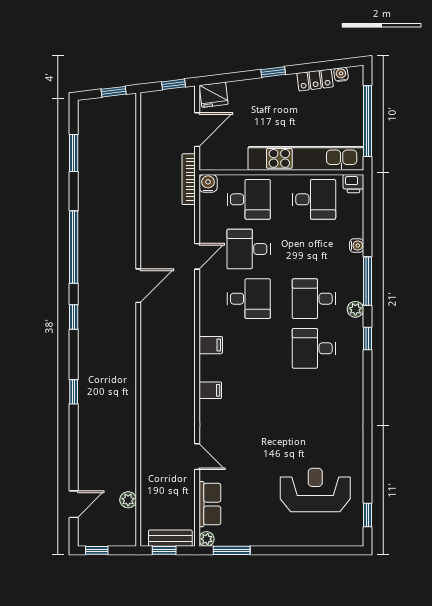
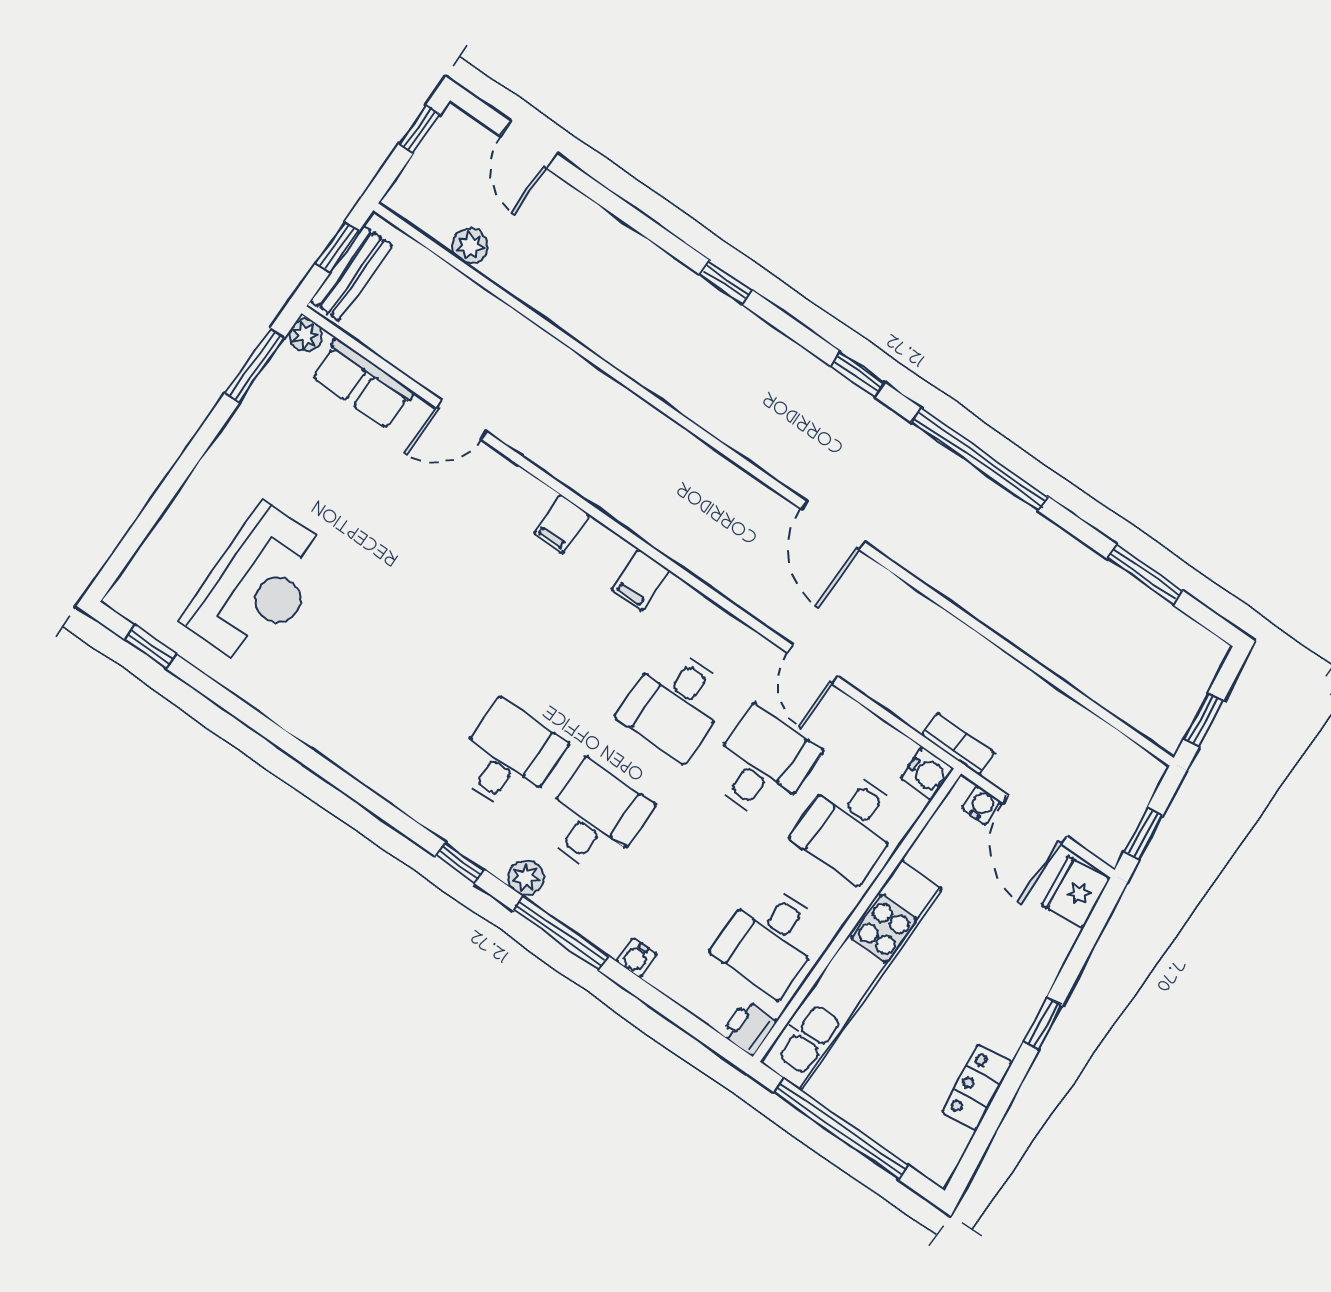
water cooler: (341, 74) -> (982, 805), moved, turned -83
bookcase: (189, 179) -> (958, 744), width x0.64

